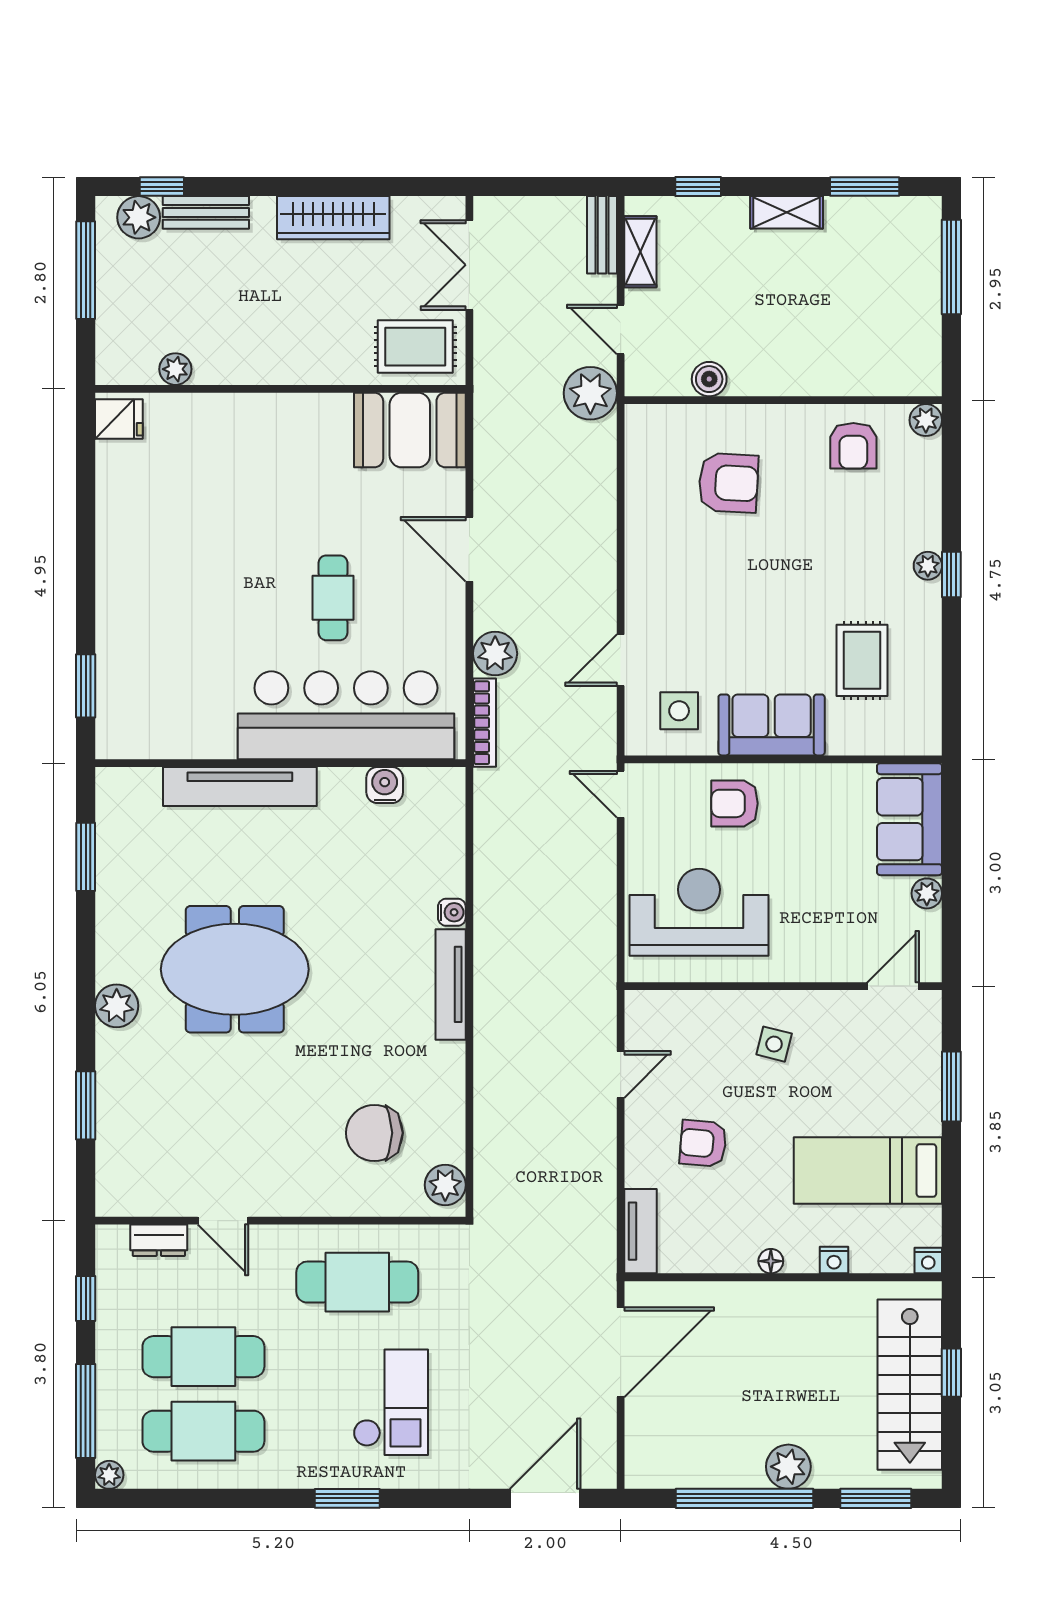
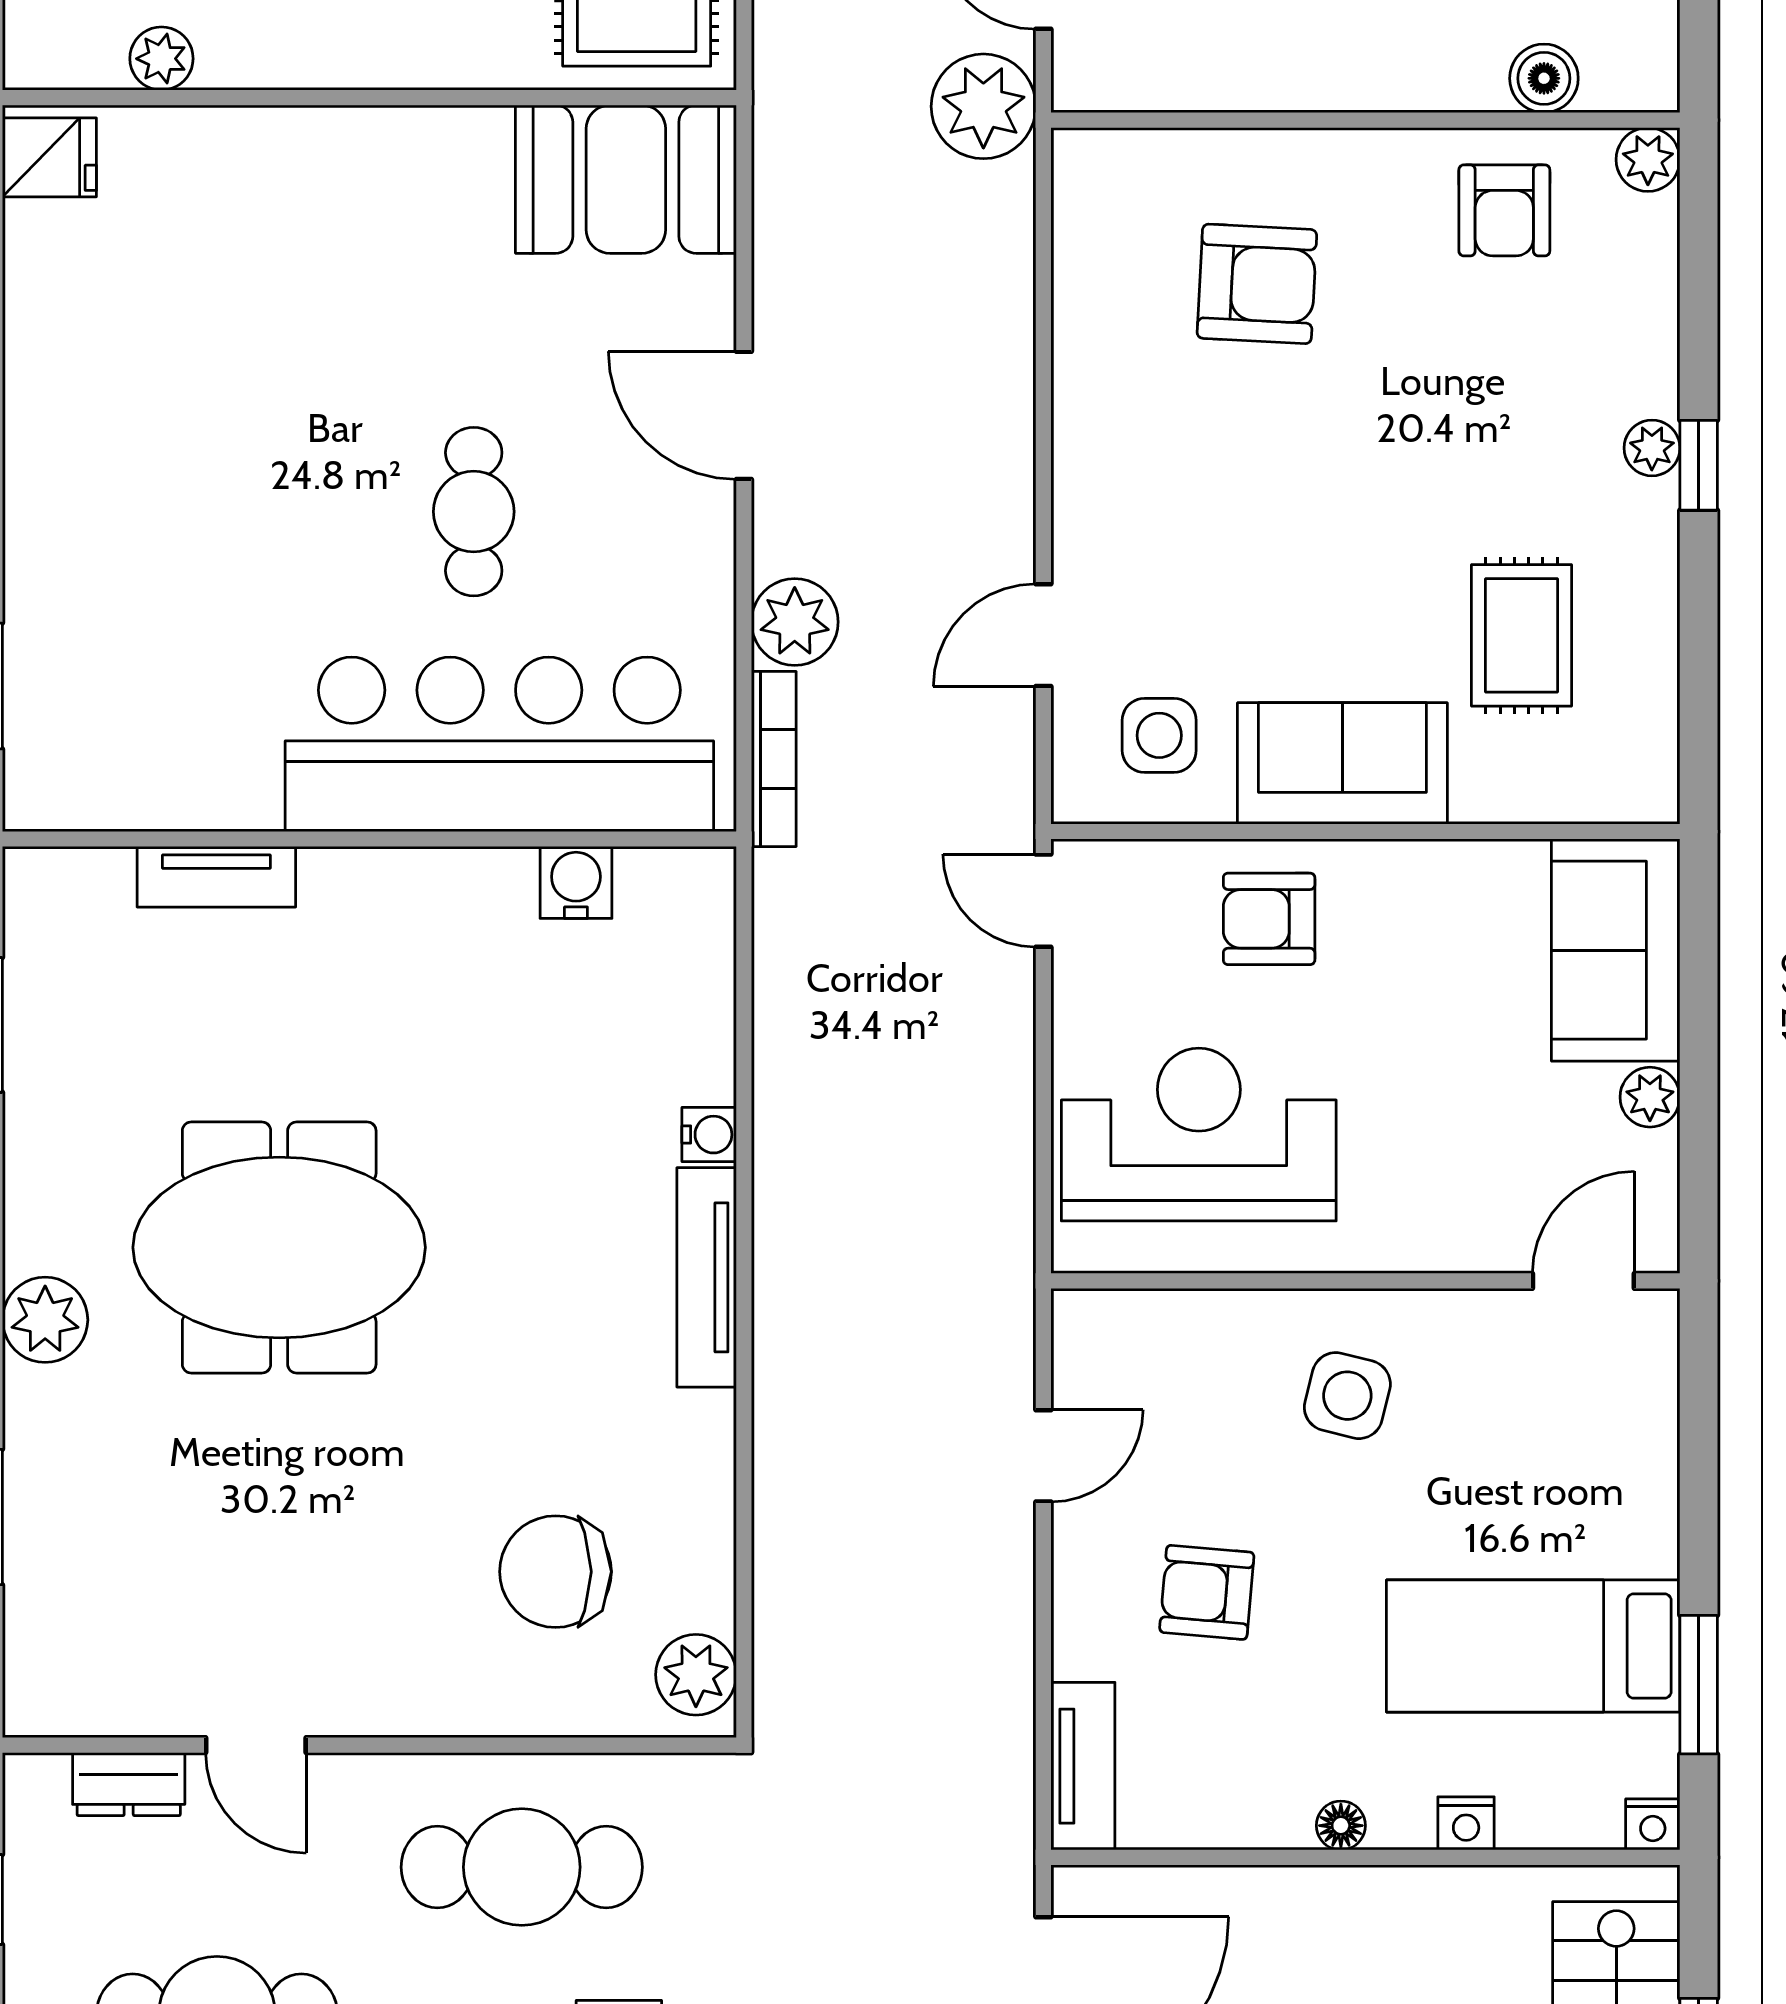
boiler: (709, 379) -> (1544, 78), moved
tv unit: (240, 787) -> (216, 877), width x0.52, depth x0.78
side table: (774, 1044) -> (1347, 1396), width x1.37, depth x1.37
window: (951, 1087) -> (1699, 1685), moved

